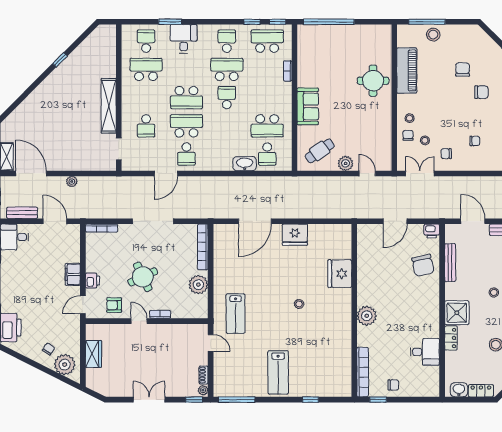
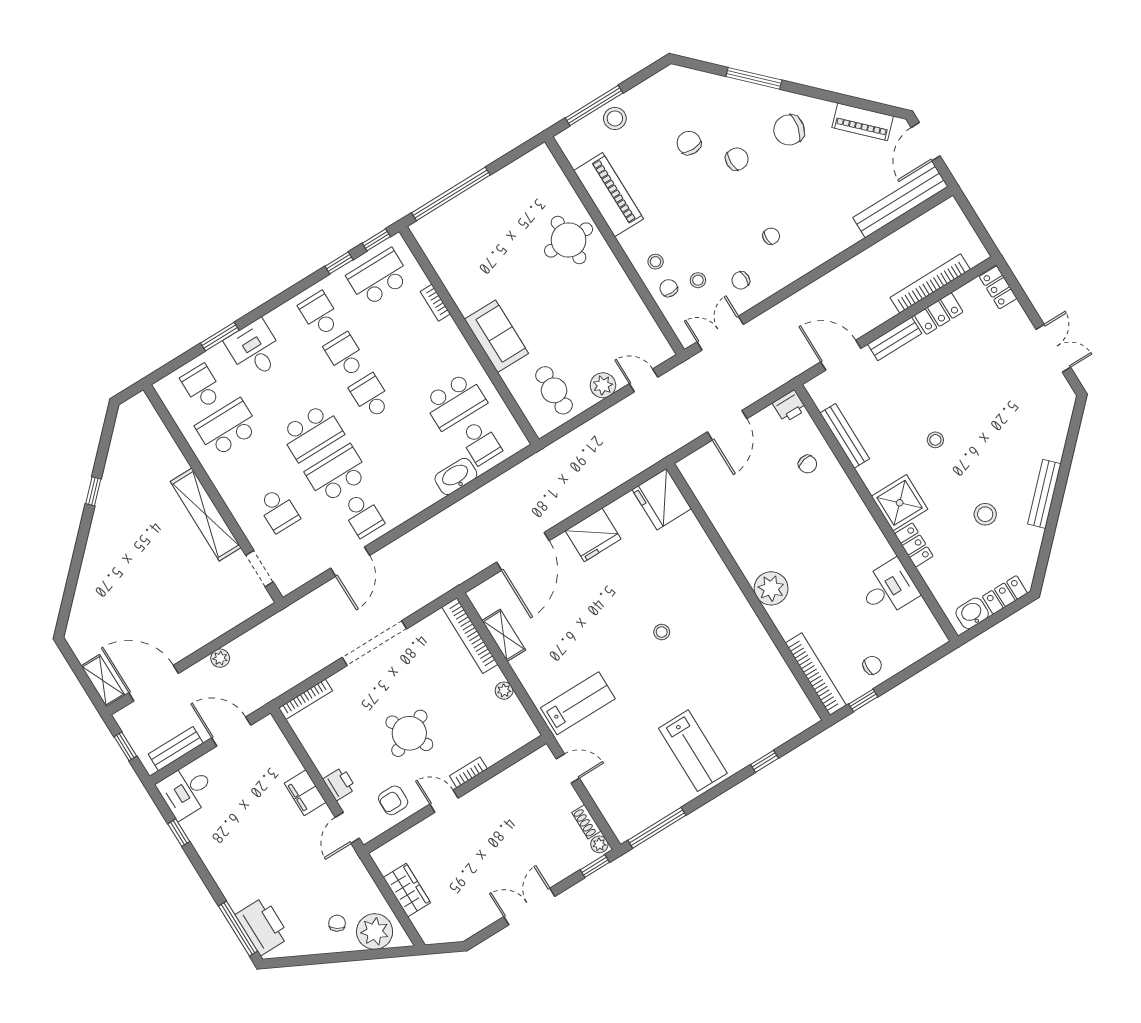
school desk: (227, 69) -> (345, 355), width x0.54
cafe table: (320, 151) -> (554, 390), turned -55
shelving: (220, 257) -> (504, 635), added
chair: (423, 265) -> (808, 464), width x0.54, depth x0.54
fridge: (340, 274) -> (662, 499), moved
plant: (198, 285) -> (504, 691), width x0.53, depth x0.53
lab bench: (236, 314) -> (578, 703), turned -90

